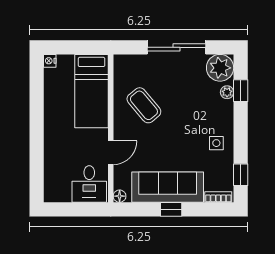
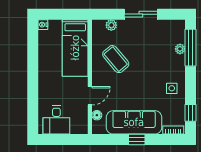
sliding door: (177, 47) -> (141, 14), width x0.73
plant: (220, 68) -> (111, 25), moved, width x0.53, depth x0.53
window: (241, 91) -> (190, 48), width x2.17
desk: (89, 184) -> (56, 120), moved
floor lamp: (120, 196) -> (97, 115), moved

